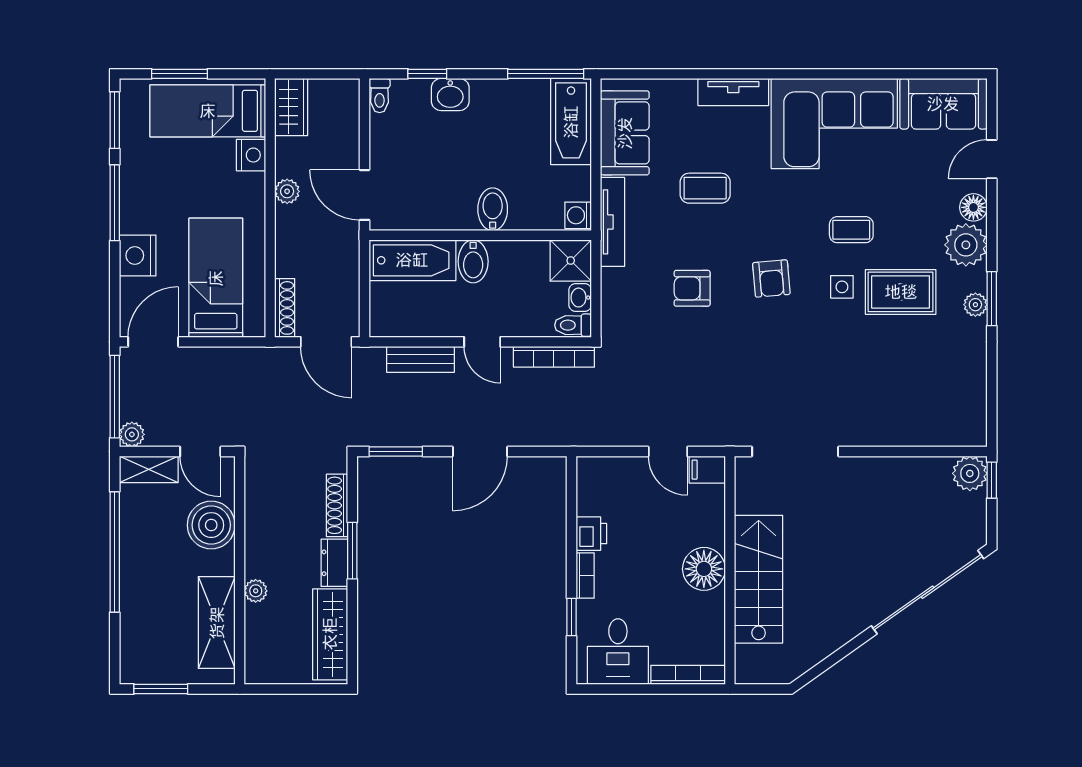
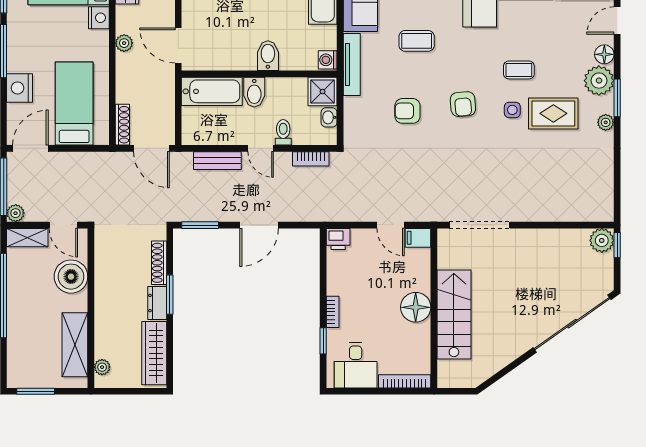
window: (992, 299) -> (617, 98), moved
toilet: (573, 325) -> (283, 132), moved, turned 90
bookcase: (554, 357) -> (311, 159), width x0.64
printer: (591, 534) -> (338, 239), moved, turned 90
plant: (256, 591) -> (102, 367), moved

